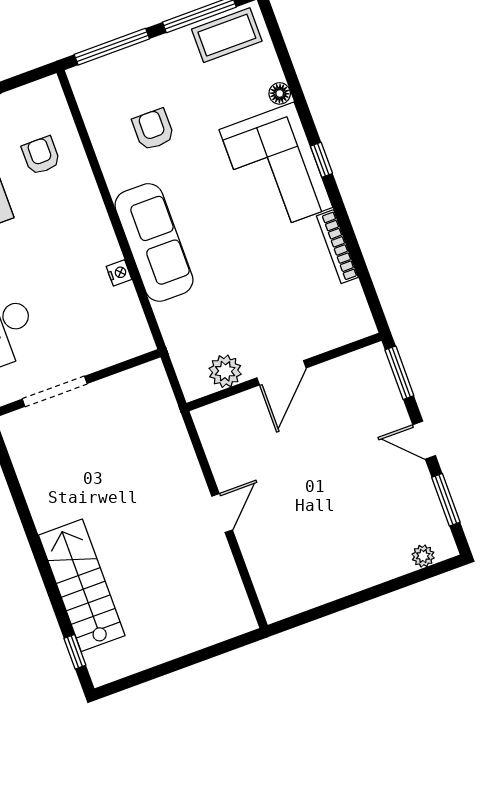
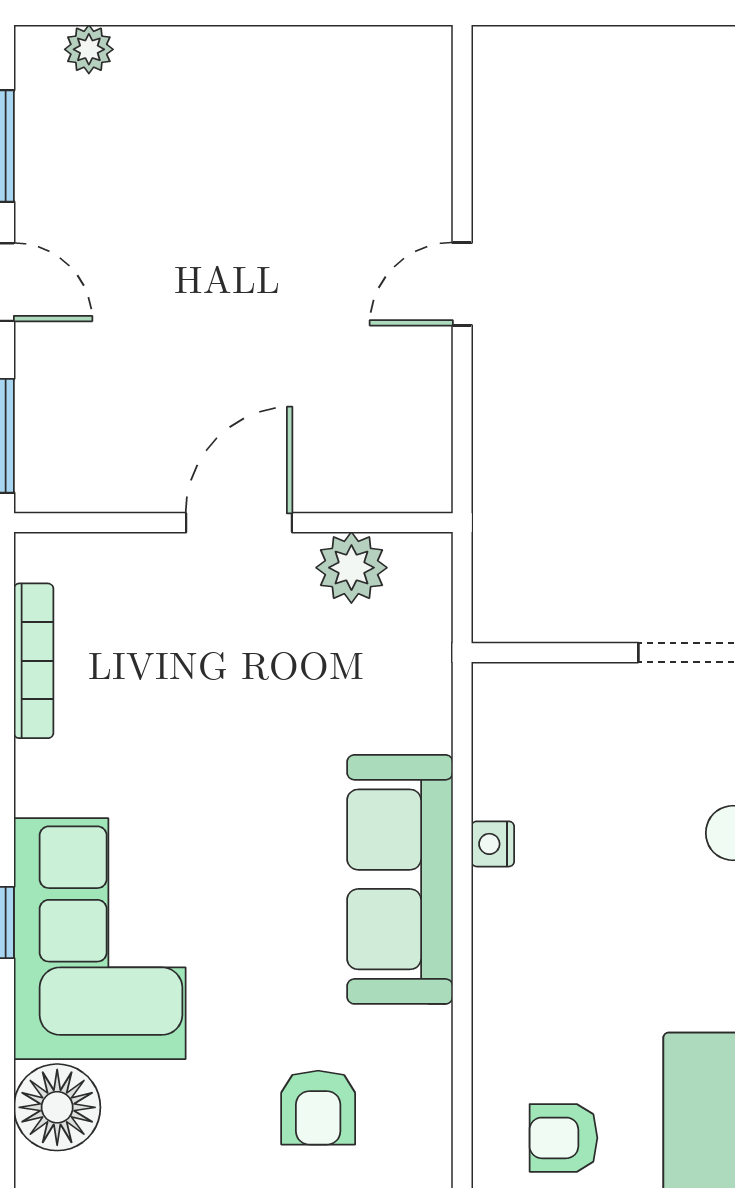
floor lamp: (280, 93) -> (57, 1107), width x1.89, depth x1.89
armchair: (41, 155) -> (563, 1138), turned 90
bookcase: (337, 247) -> (34, 661), moved

